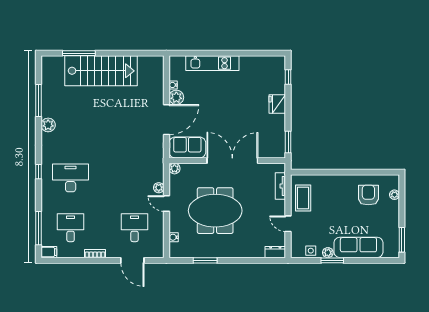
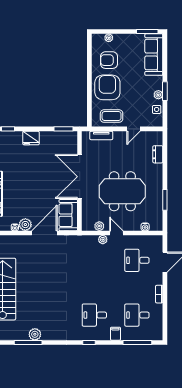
door: (166, 120) -> (44, 233), hinge flipped
plant: (48, 125) -> (35, 334), moved
plant: (174, 169) -> (99, 226), moved
desk: (71, 178) -> (94, 315), width x0.73
armchair: (337, 193) -> (107, 87), added
door: (166, 204) -> (116, 233), swing flipped
meeting table: (215, 211) -> (122, 191), turned 90
sofa: (358, 247) -> (154, 55), moved
filing cabinet: (49, 252) -> (115, 334), moved
dresser: (275, 252) -> (158, 154), moved

